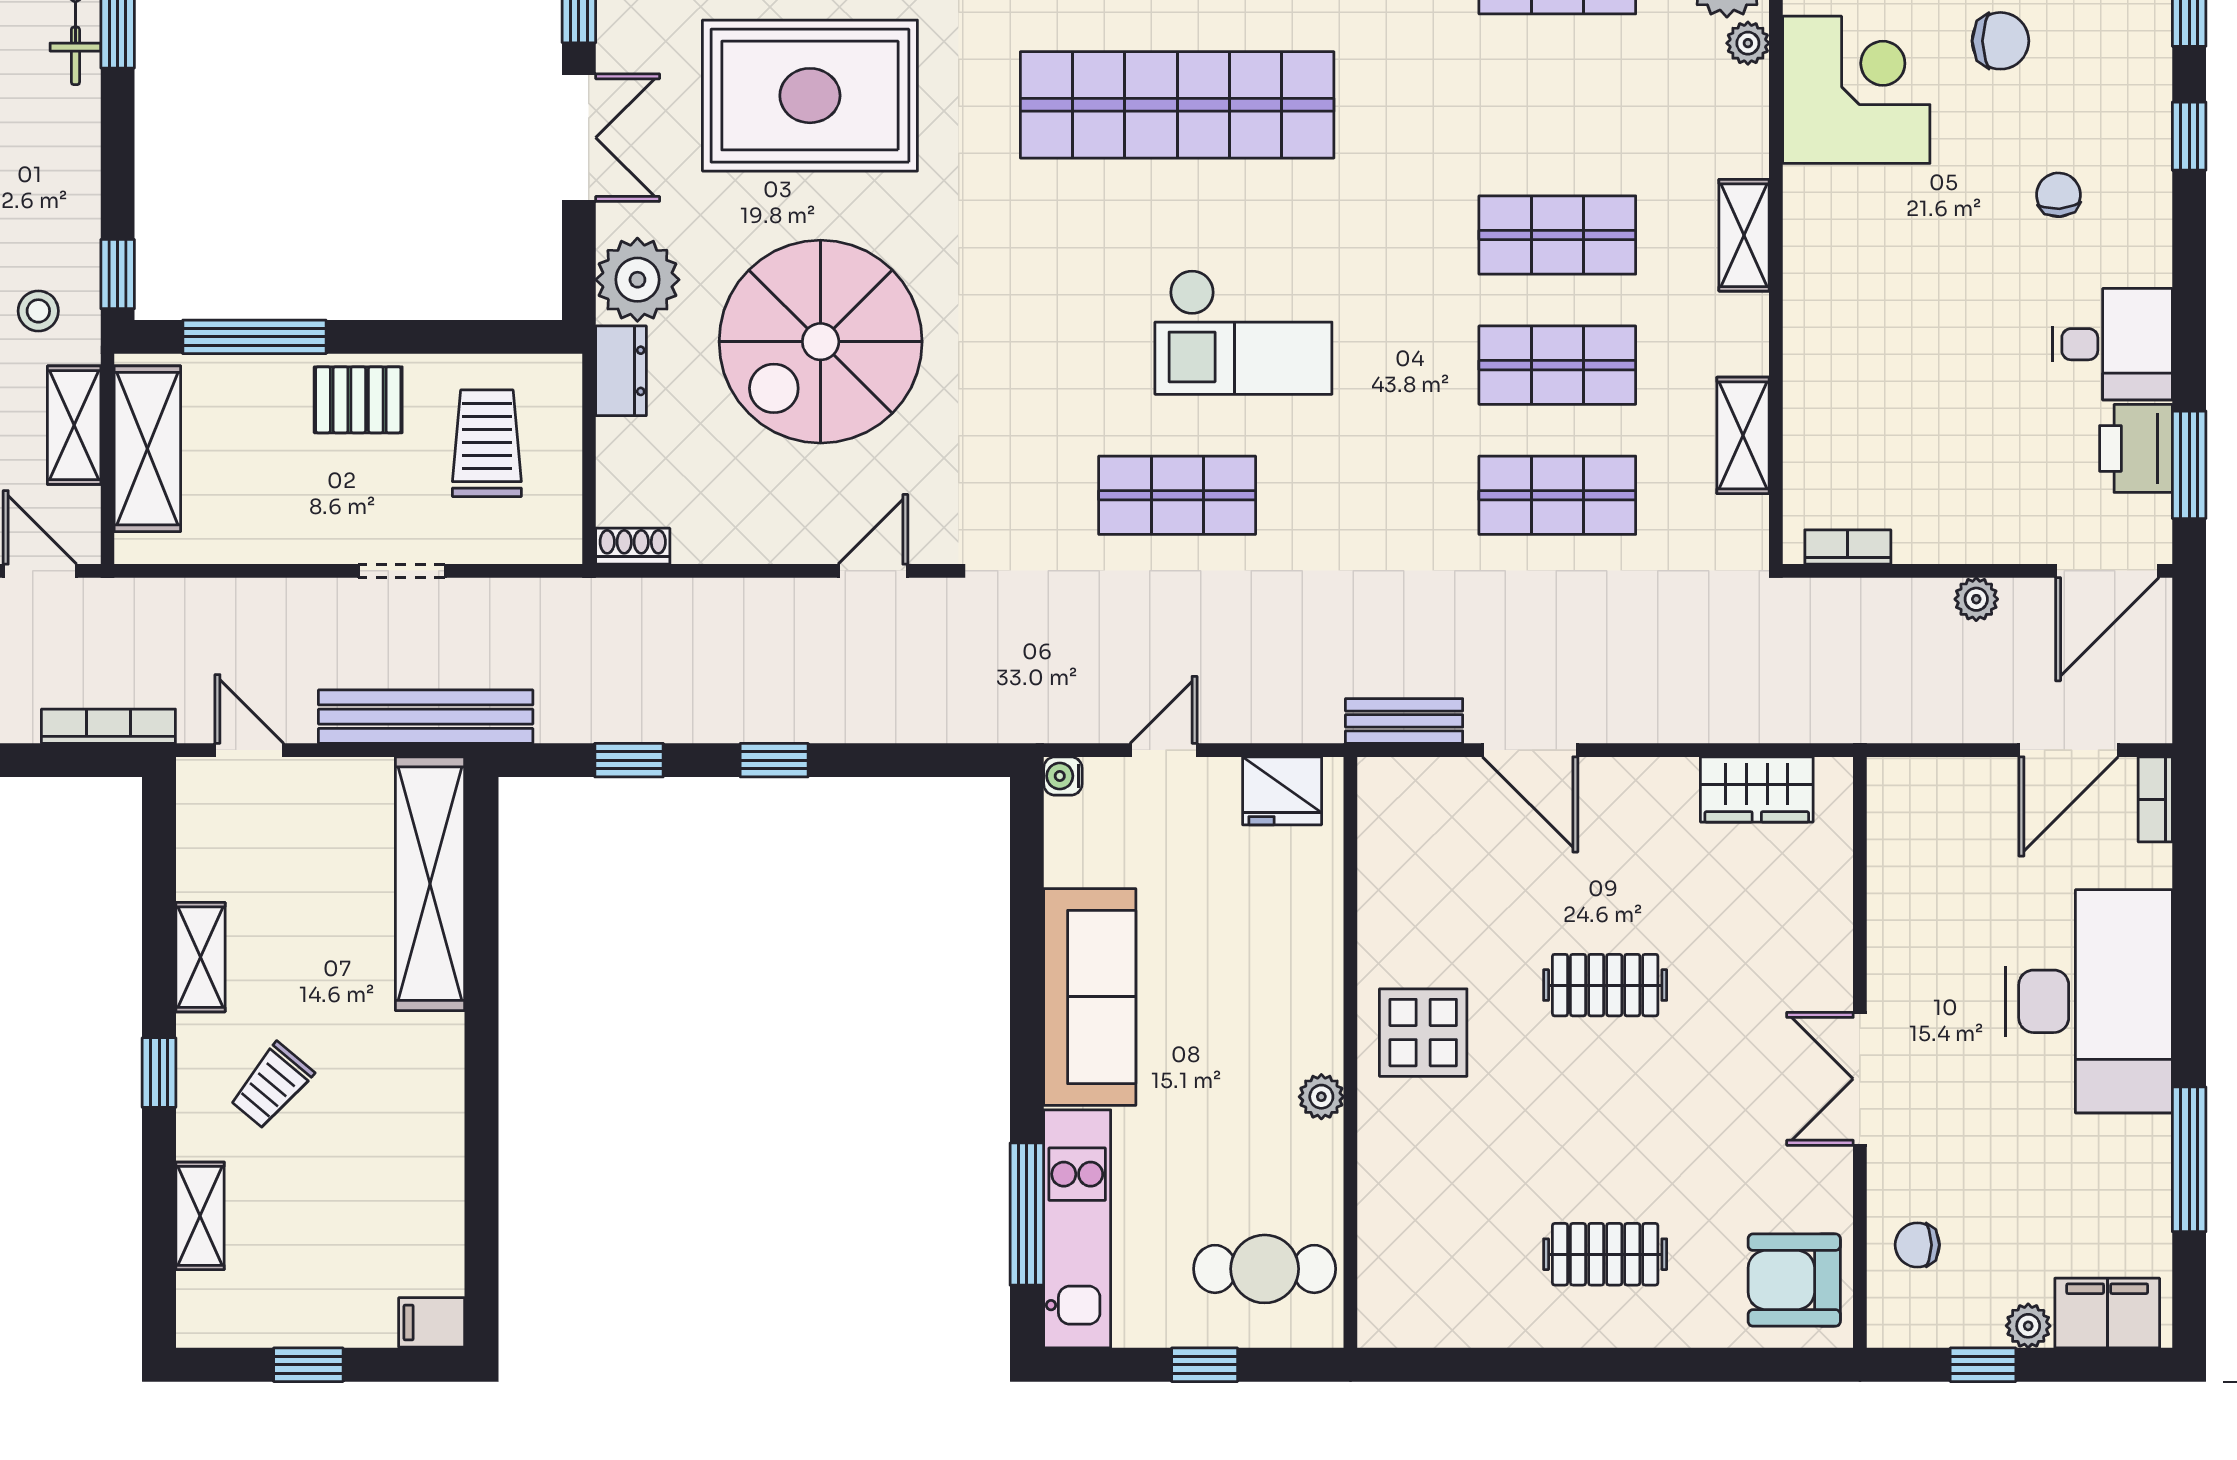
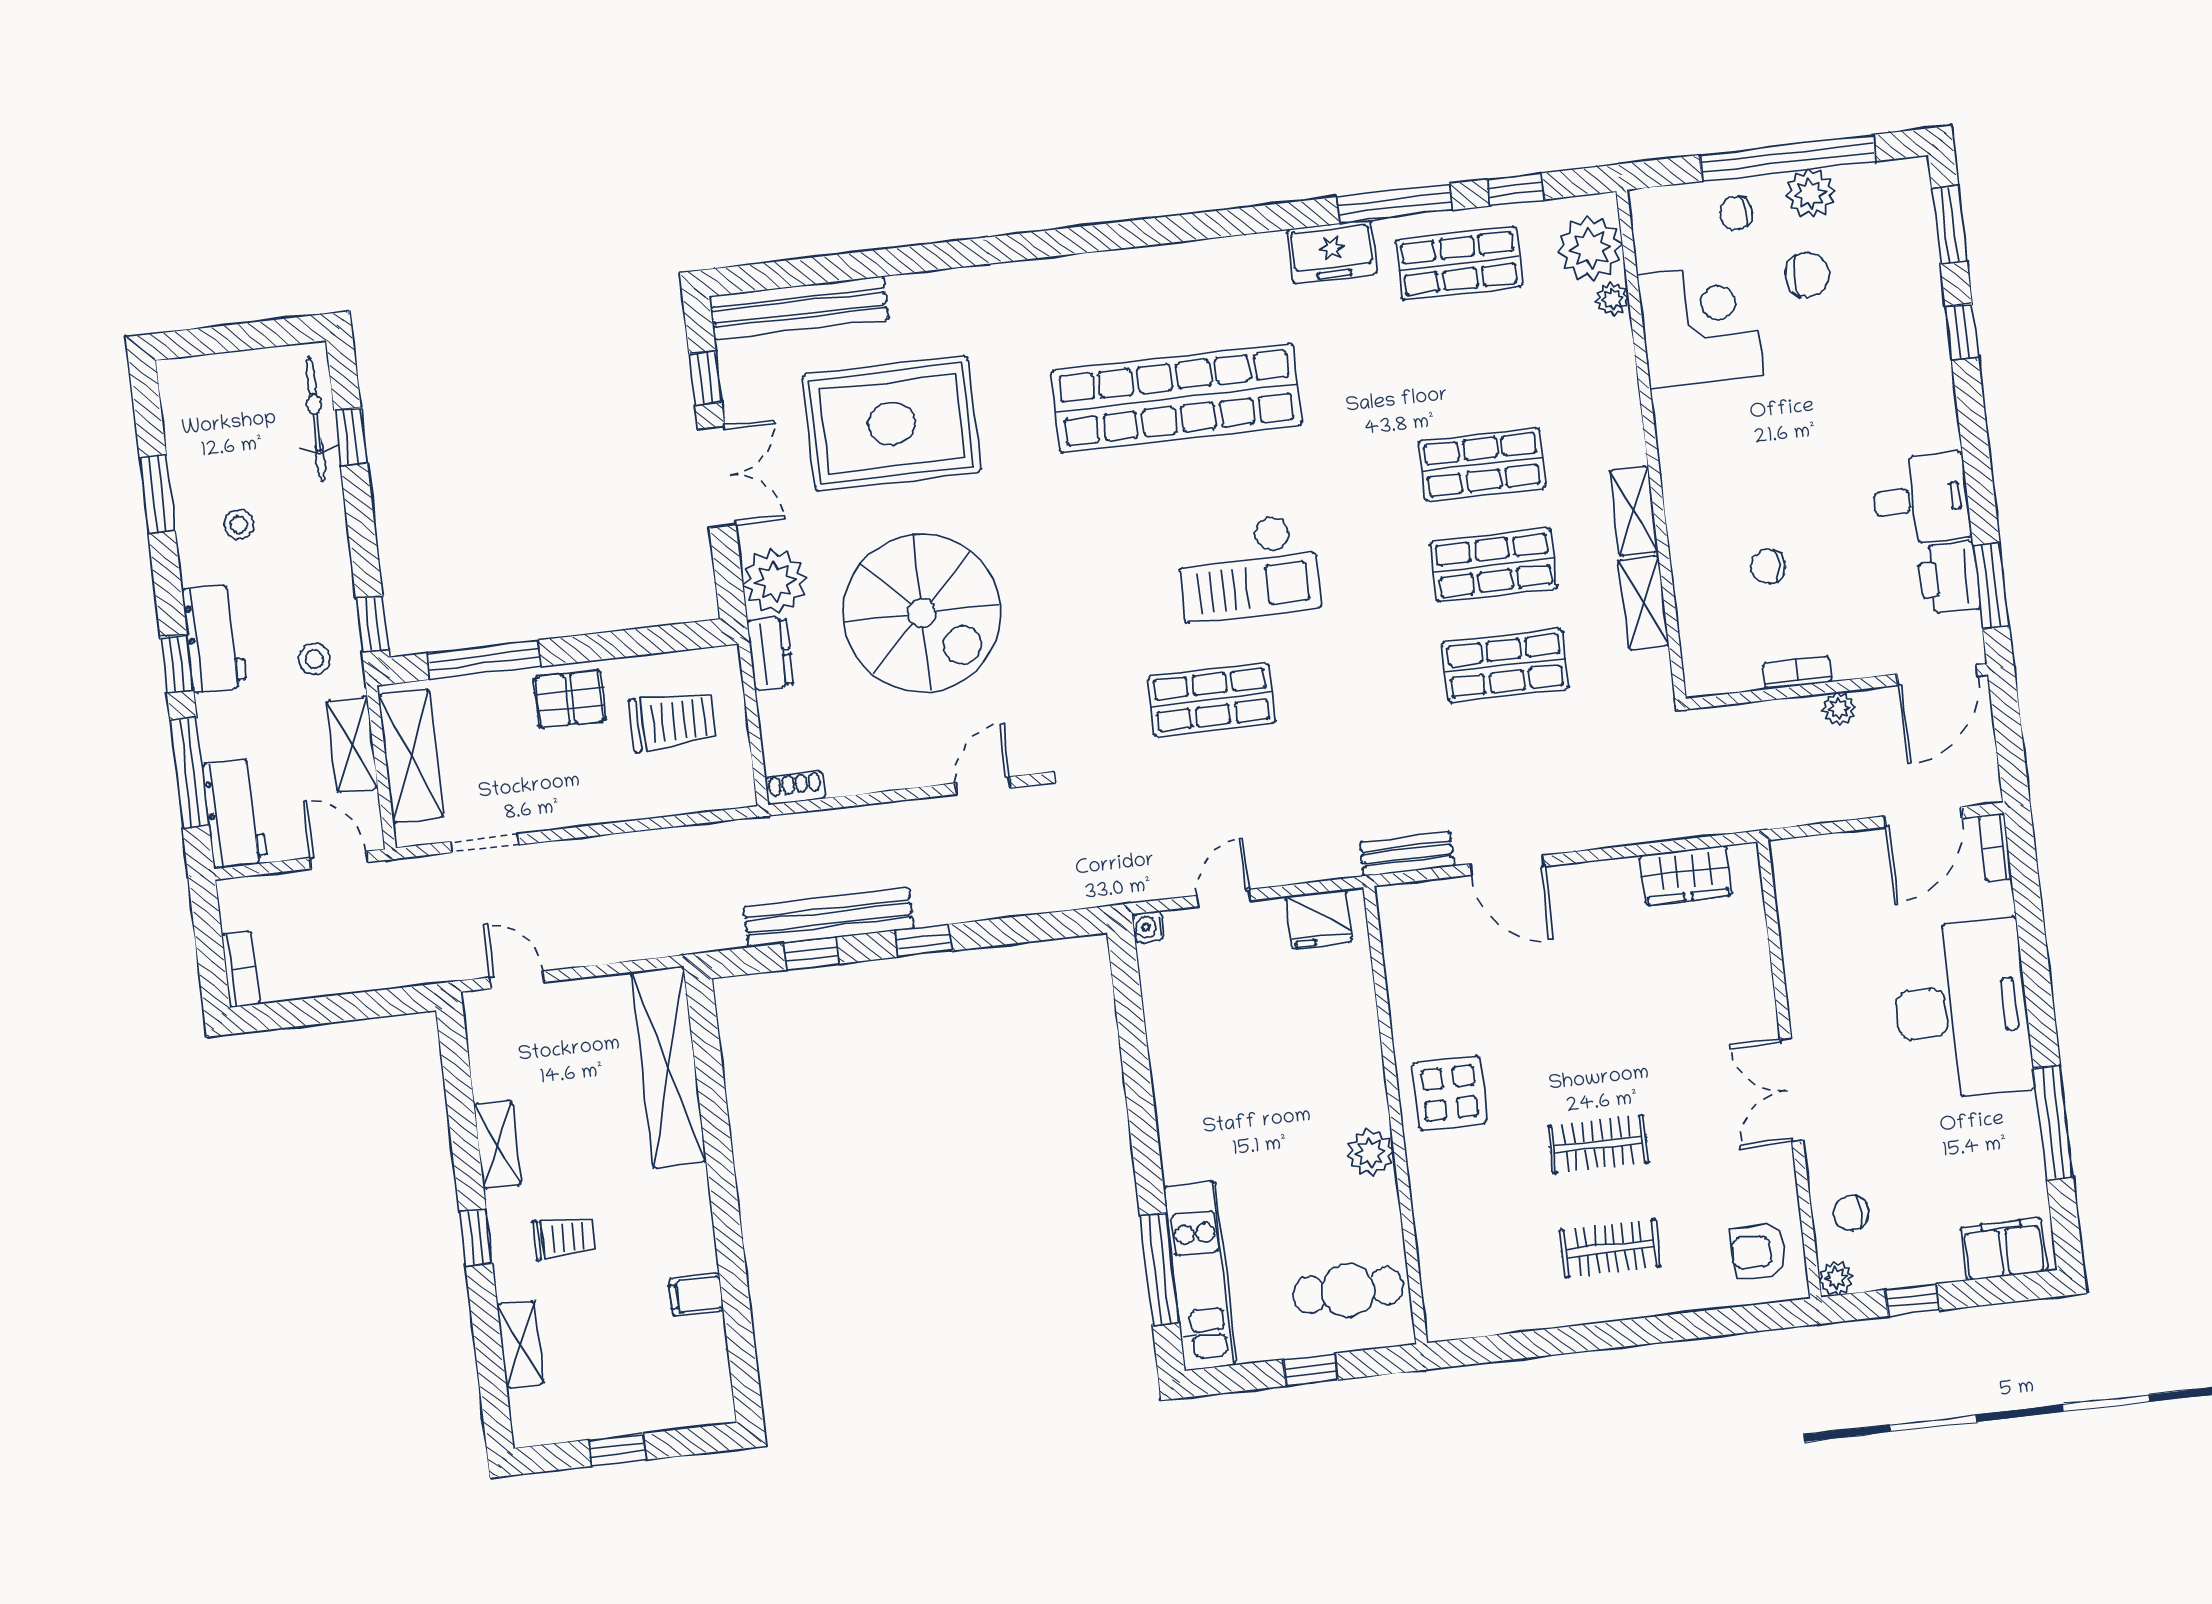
chair: (2058, 195) -> (1768, 566), moved, turned -86
shelving: (1744, 235) -> (1634, 511), moved
spiral stairs: (821, 342) -> (922, 613), turned -90
trolley: (487, 443) -> (673, 721), turned 90
bookcase: (1848, 547) -> (1797, 673), moved
doorway: (402, 571) -> (485, 843), moved
bench: (426, 717) -> (829, 918), moved
bookcase: (108, 726) -> (406, 974), removed
clothes rail: (1605, 985) -> (1598, 1144), moved
sofa: (1090, 997) -> (1189, 1096), removed
trolley: (272, 1086) -> (564, 1237), turned -130
plant: (1321, 1097) -> (1370, 1153), width x1.38, depth x1.38
armchair: (1794, 1280) -> (1759, 1251), width x0.72, depth x0.72
filing cabinet: (432, 1322) -> (696, 1295), moved
plant: (2028, 1326) -> (1836, 1278), moved

